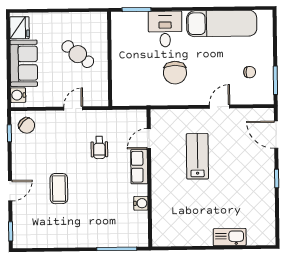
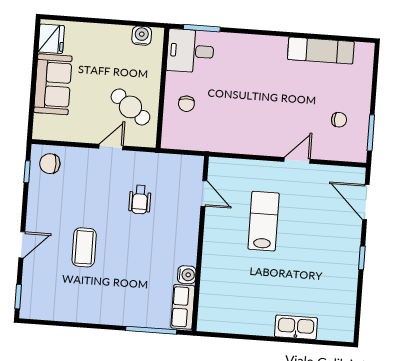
exam couch: (222, 23) -> (321, 51), width x0.73, depth x0.69
desk: (165, 29) -> (190, 51), moved, turned -90
cafe table: (78, 54) -> (130, 107), moved
chair: (175, 73) -> (186, 104), moved, width x0.54, depth x0.54
water cooler: (18, 95) -> (142, 36), moved, turned 90
chair: (27, 125) -> (50, 164), turned 136
door: (149, 139) -> (204, 193), swing flipped
row of seats: (139, 167) -> (183, 307), moved

